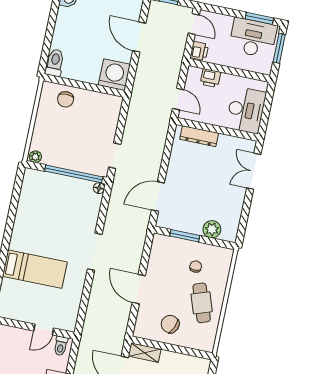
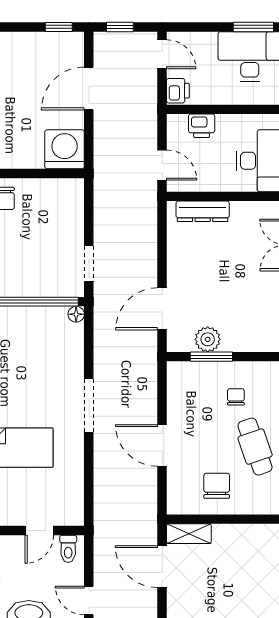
door: (139, 37) -> (89, 89), hinge flipped
plant: (212, 229) -> (208, 339), moved
chair: (170, 324) -> (217, 486), turned 67

